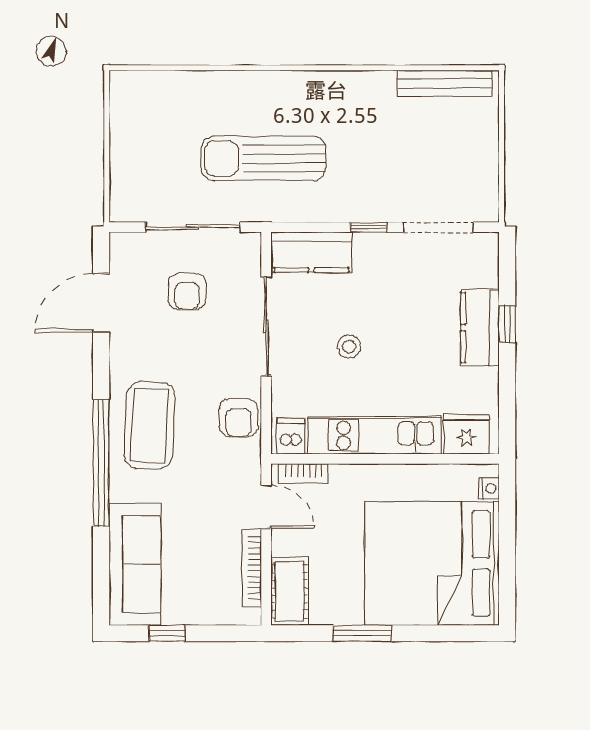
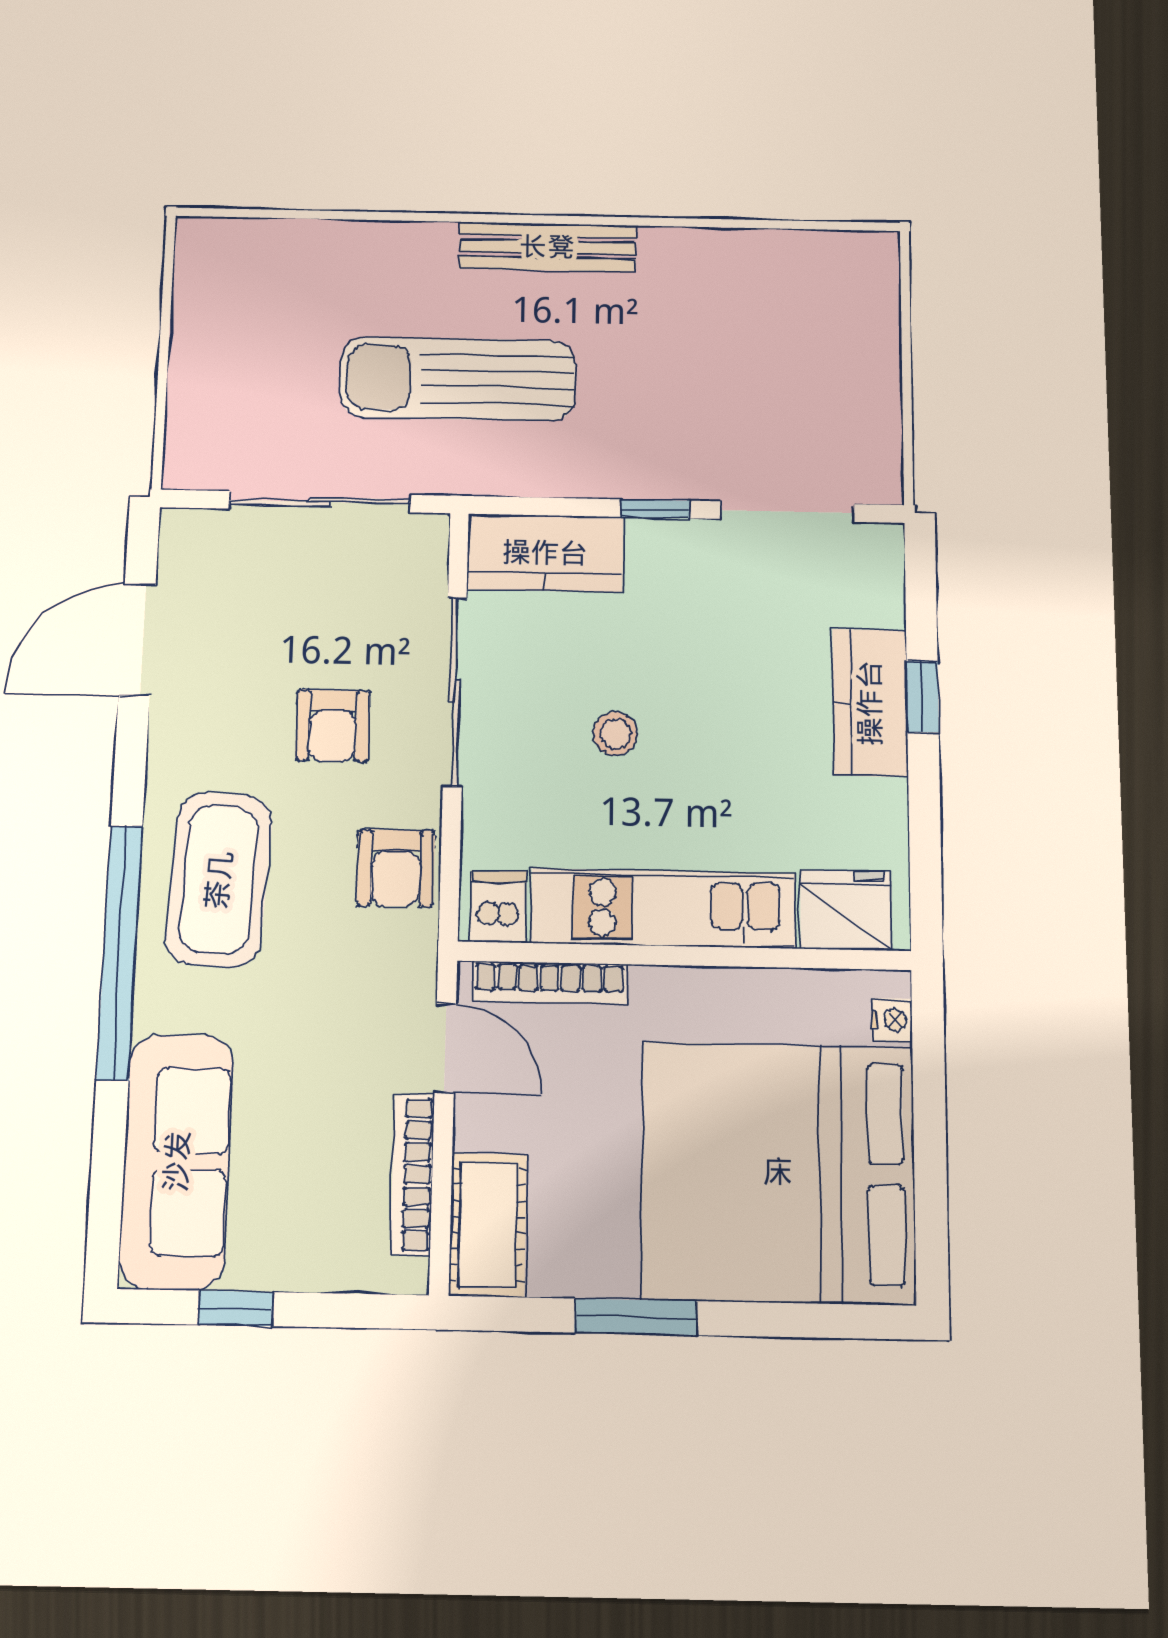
bench: (445, 83) -> (547, 247), moved
armchair: (187, 291) -> (333, 726), moved
bookcase: (303, 473) -> (549, 983), width x1.56

